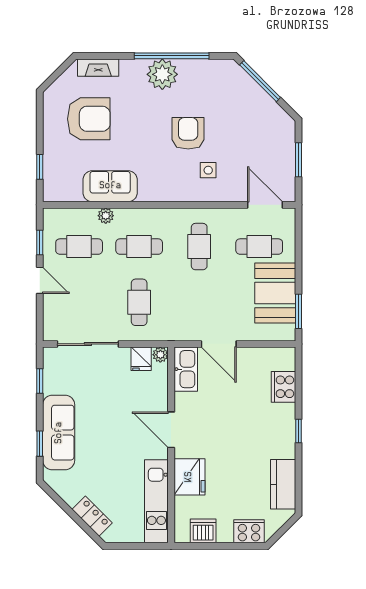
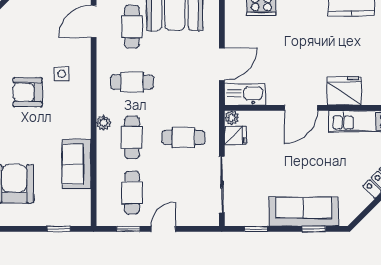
plant: (106, 216) -> (104, 123), moved

